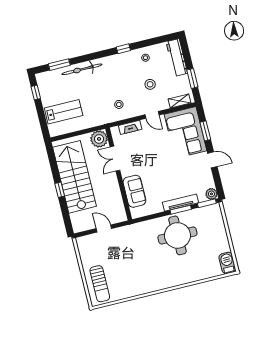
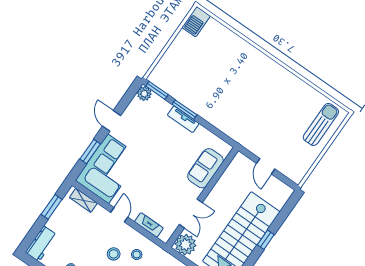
workbench: (177, 58) -> (41, 244), width x0.73
stool: (150, 84) -> (114, 254), moved
tv unit: (180, 203) -> (183, 119), width x0.71
round table: (177, 235) -> (211, 91), removed

